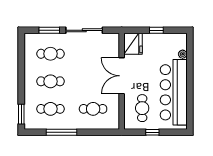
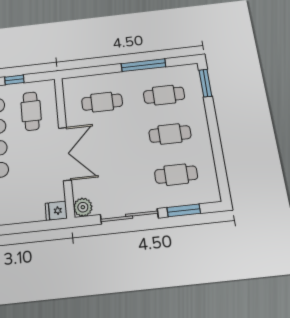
window: (156, 30) -> (18, 228), removed
plant: (113, 39) -> (83, 207), added
fridge: (133, 44) -> (56, 211), width x0.53, depth x0.75

